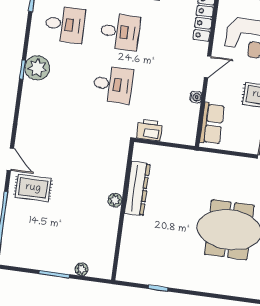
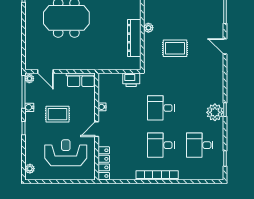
row of seats: (212, 124) -> (81, 80), moved, turned -90
rug: (33, 188) -> (175, 48), moved

